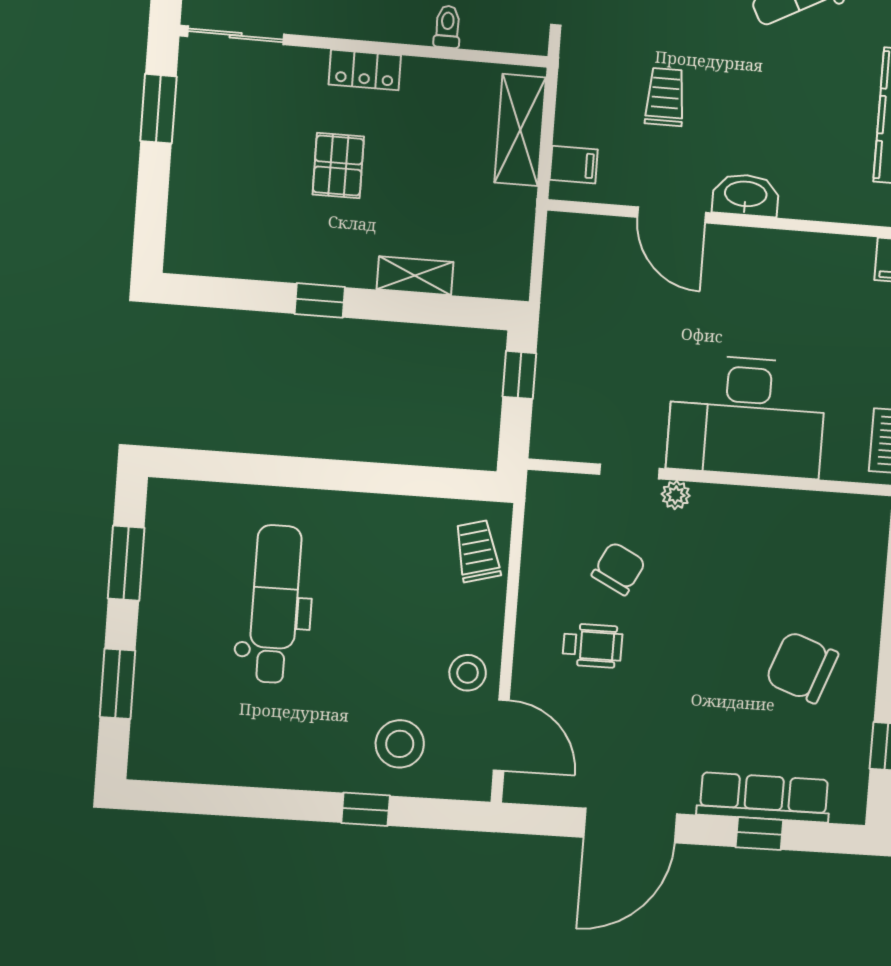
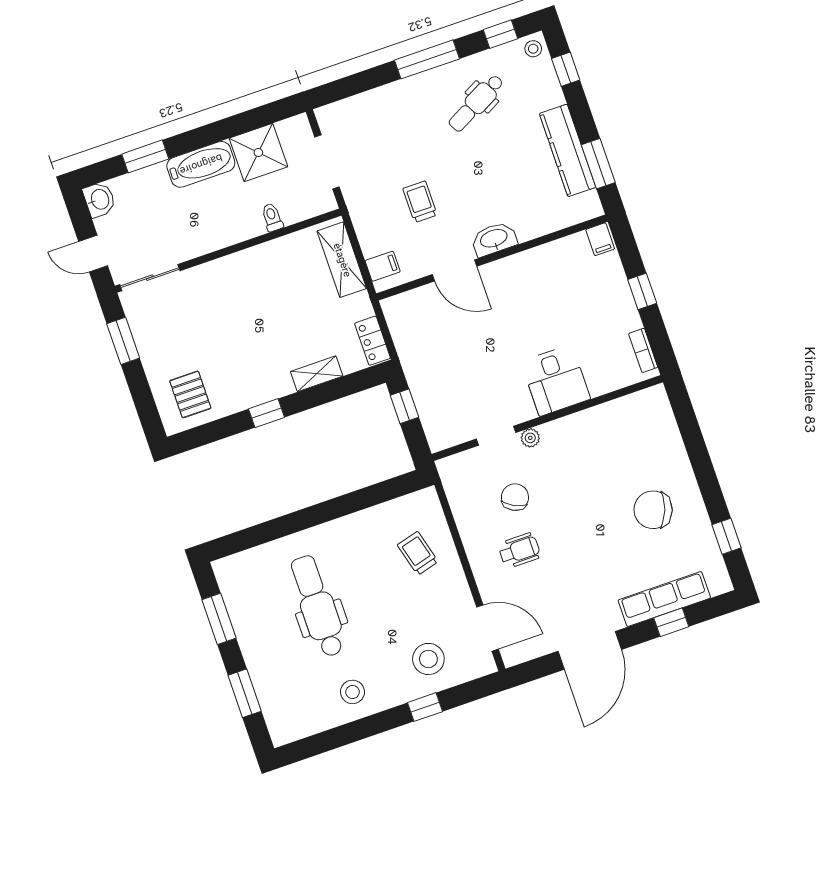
locker: (365, 70) -> (373, 341), moved, turned 90
pallet: (338, 165) -> (190, 394), moved
desk: (747, 416) -> (556, 380), width x0.53, depth x0.77
trolley: (477, 551) -> (418, 553), moved
stool: (468, 673) -> (353, 692), moved

